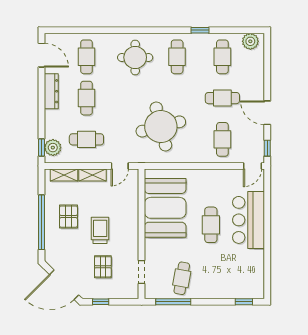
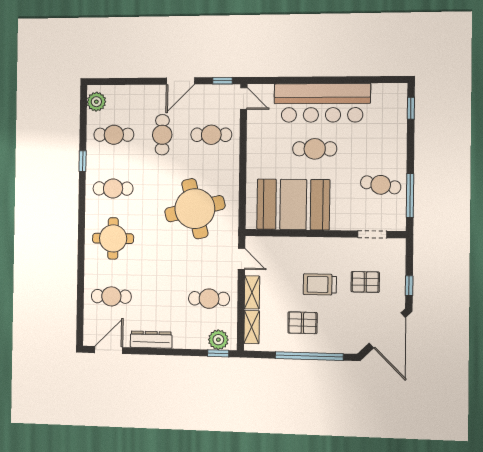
cafe table: (86, 98) -> (160, 298), removed
cafe table: (86, 139) -> (209, 299), turned 90
bar counter: (249, 220) -> (322, 103), width x1.36

